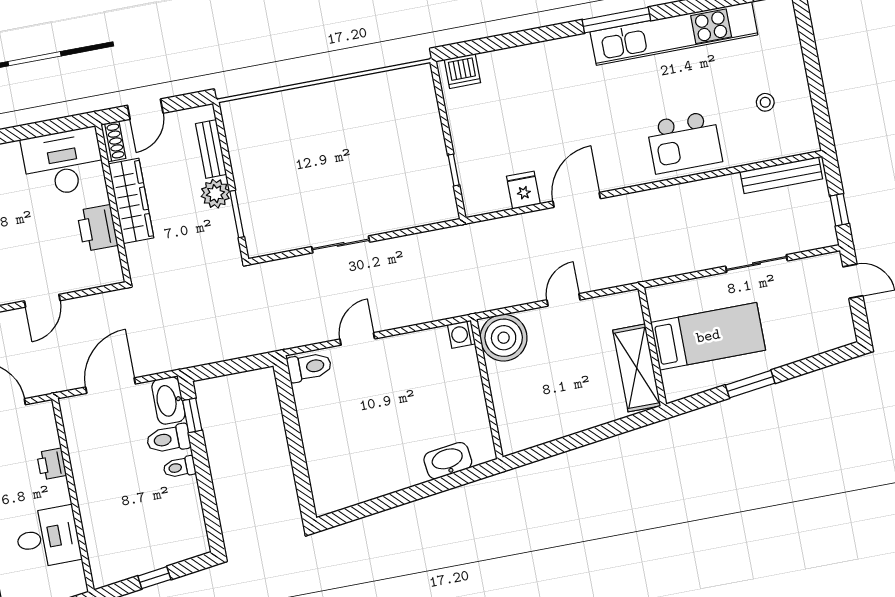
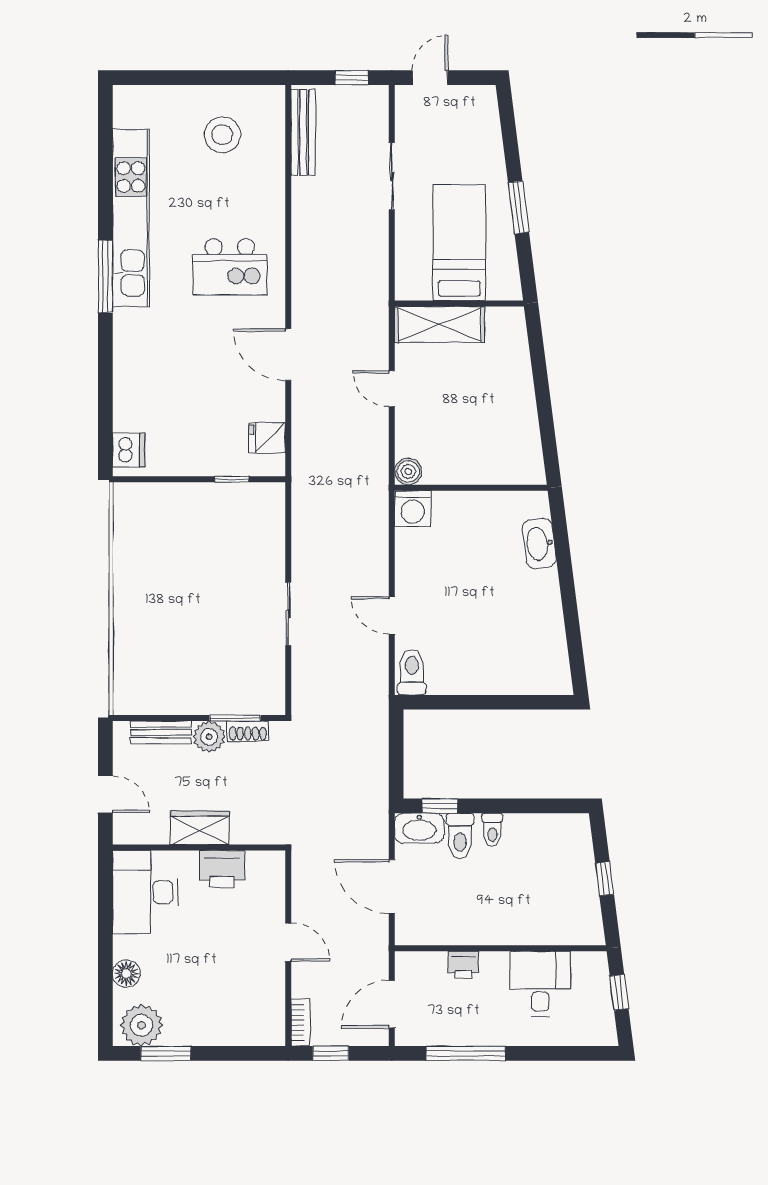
stool: (765, 102) -> (222, 135), width x1.89, depth x1.89
shoe rack: (113, 141) -> (248, 731), moved, turned 180
kitchen island: (684, 142) -> (230, 267), moved, turned 90
fridge: (523, 190) -> (267, 438), moved
wardrobe: (131, 201) -> (200, 828), width x0.67
washing machine: (461, 334) -> (413, 509), width x1.38, depth x1.38
boiler: (504, 338) -> (408, 471), width x0.54, depth x0.54
shelving: (637, 368) -> (440, 324), moved

